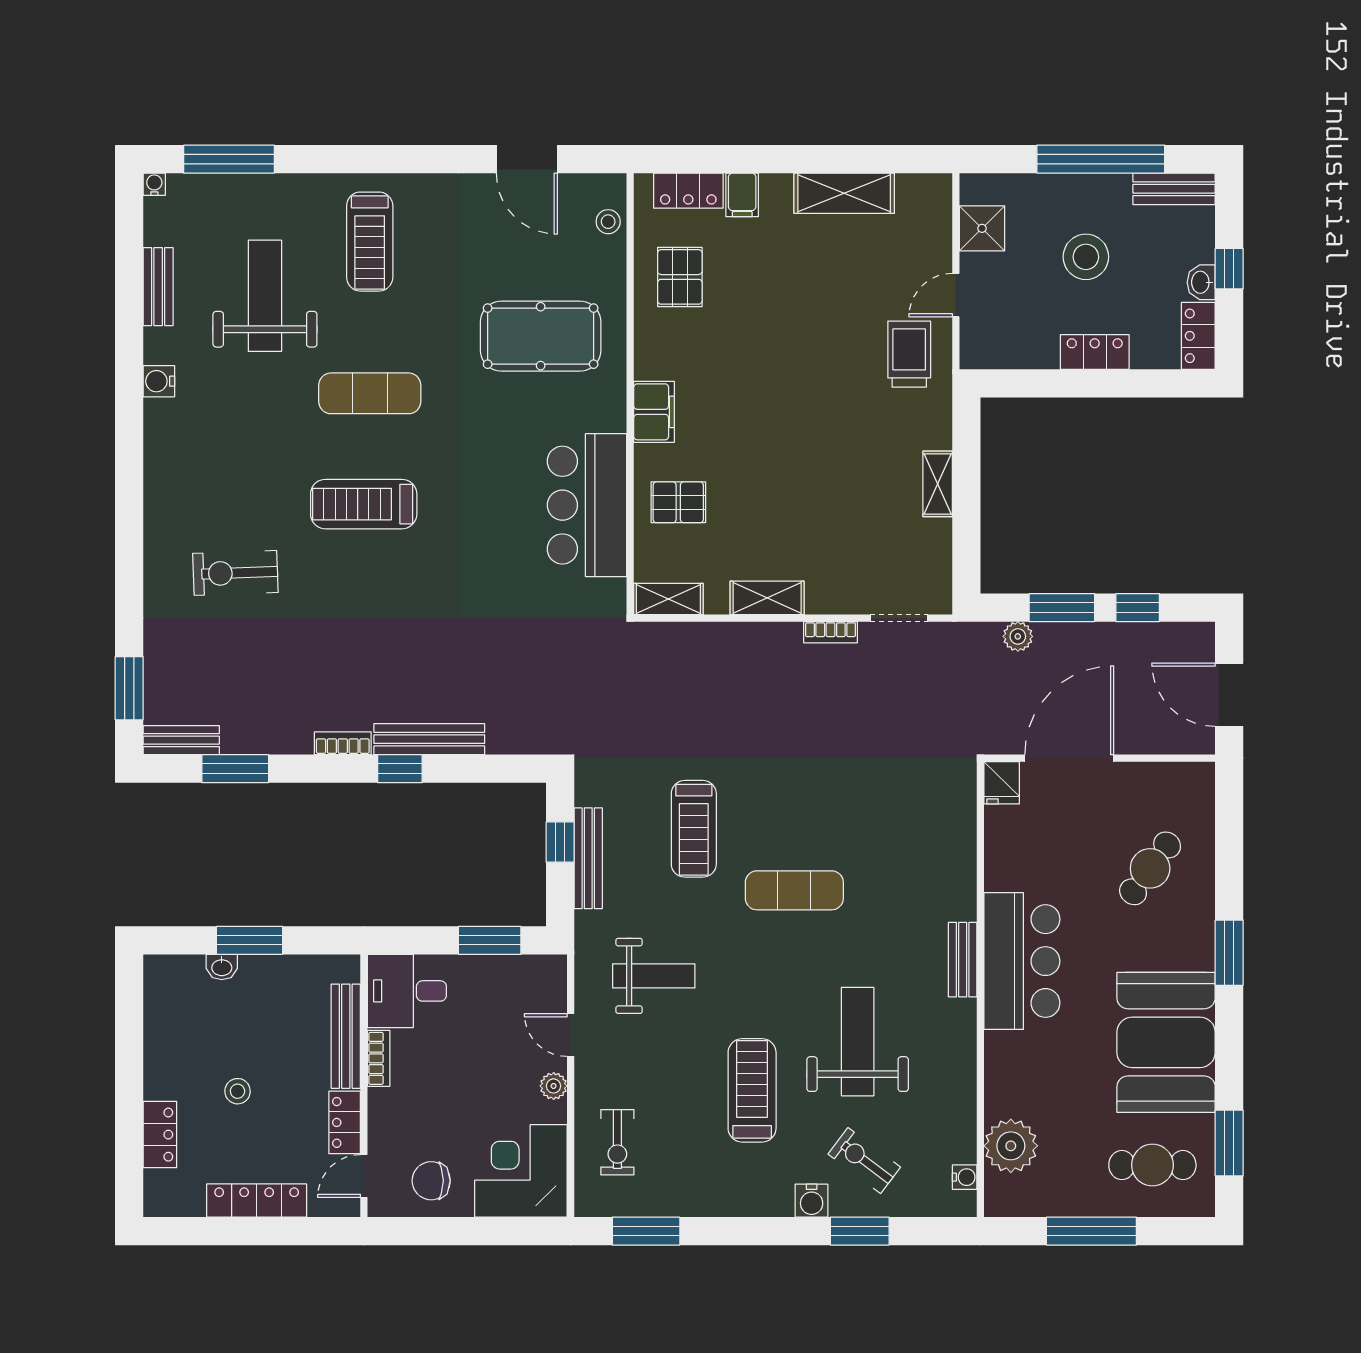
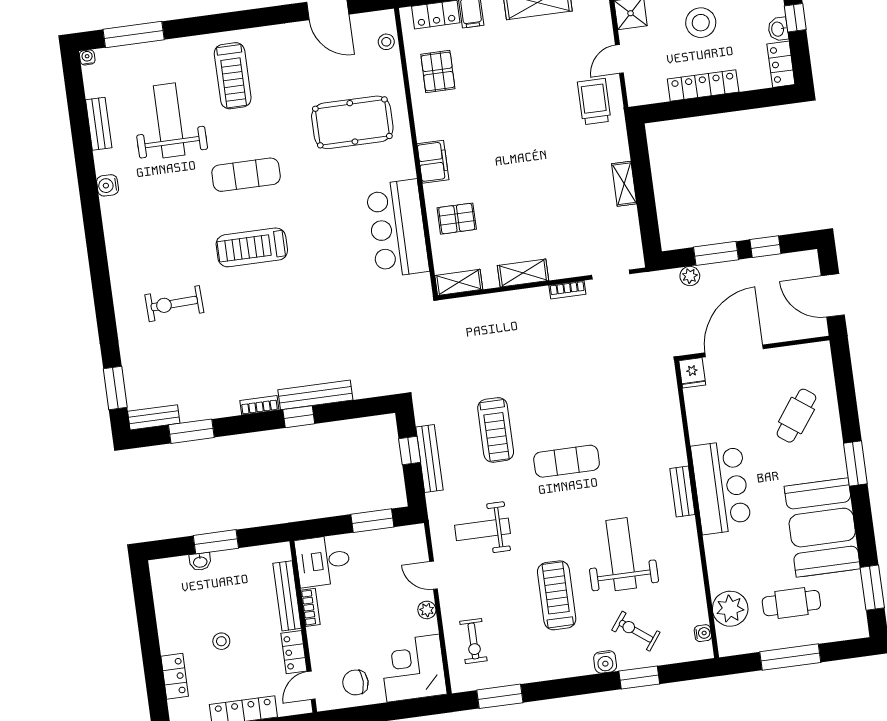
locker: (1095, 352) -> (703, 85), width x1.53
weight bench: (654, 976) -> (482, 529), turned 180
cafe table: (1152, 1165) -> (791, 603), moved

